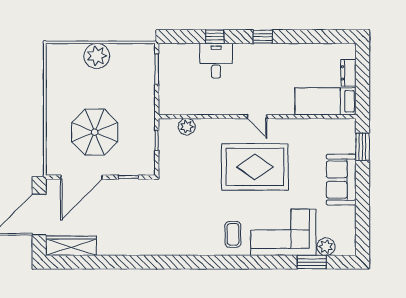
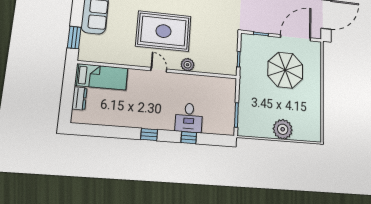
plant: (187, 127) -> (188, 65), moved

